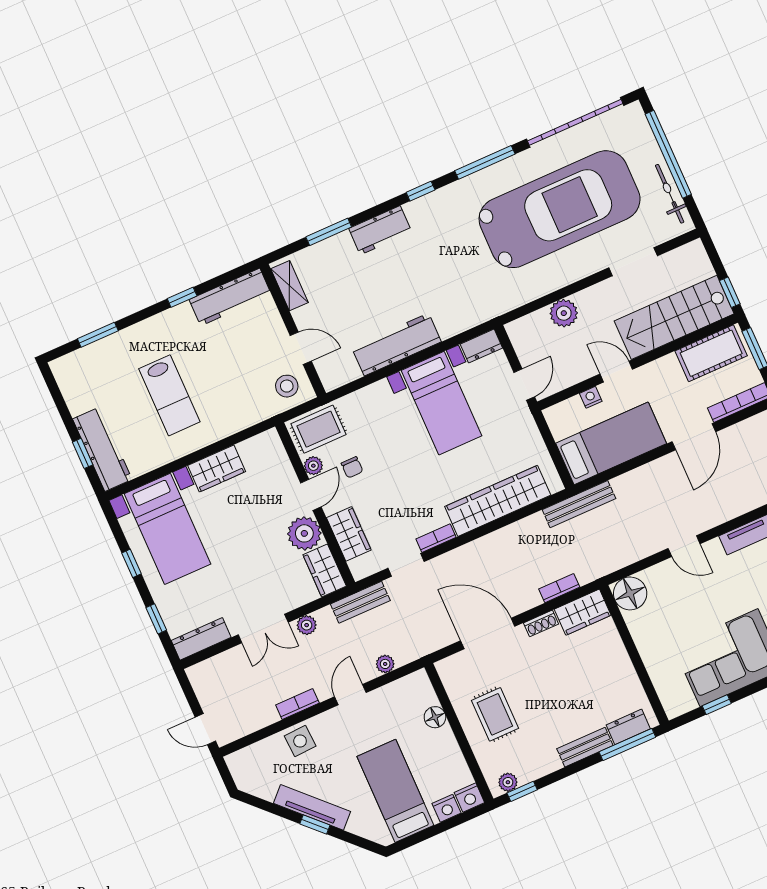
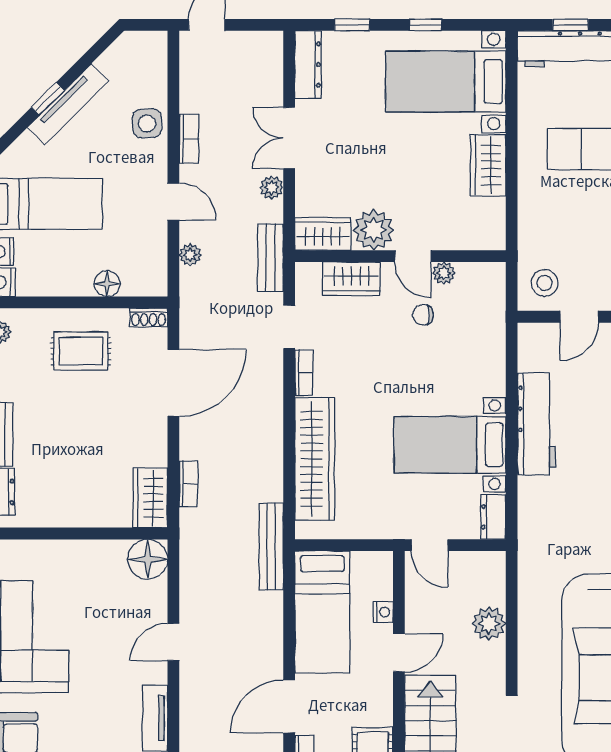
rug: (318, 429) -> (482, 297), removed
door: (694, 437) -> (289, 706), hinge flipped
shoe rack: (541, 623) -> (149, 317), moved, turned -90

